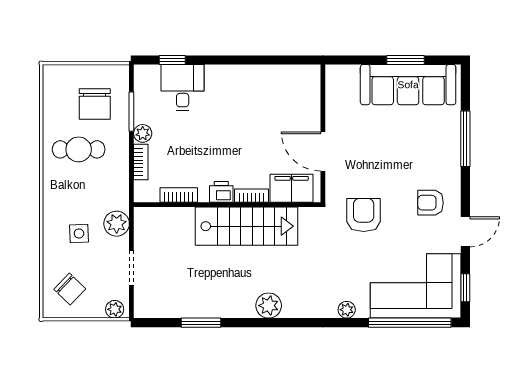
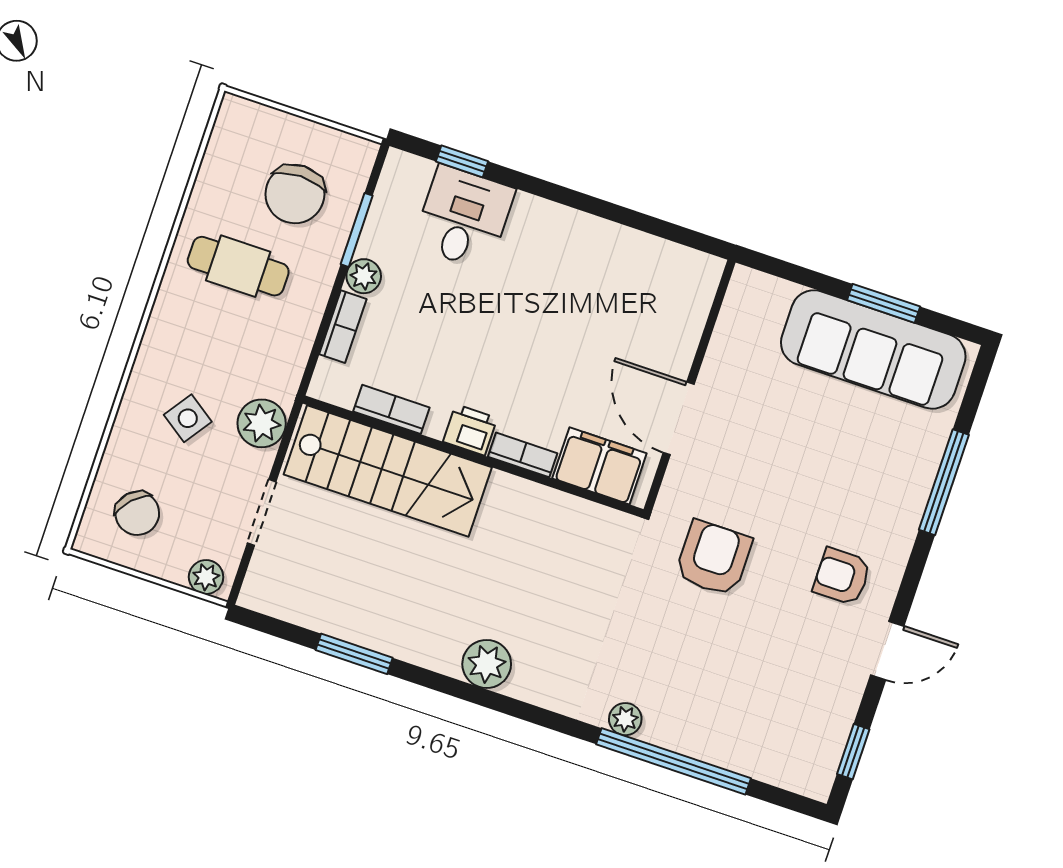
stairs: (247, 226) -> (388, 471), moved
side table: (79, 233) -> (188, 418), turned 37
corner sofa: (416, 286) -> (764, 718), removed
window: (410, 323) -> (673, 761), moved

